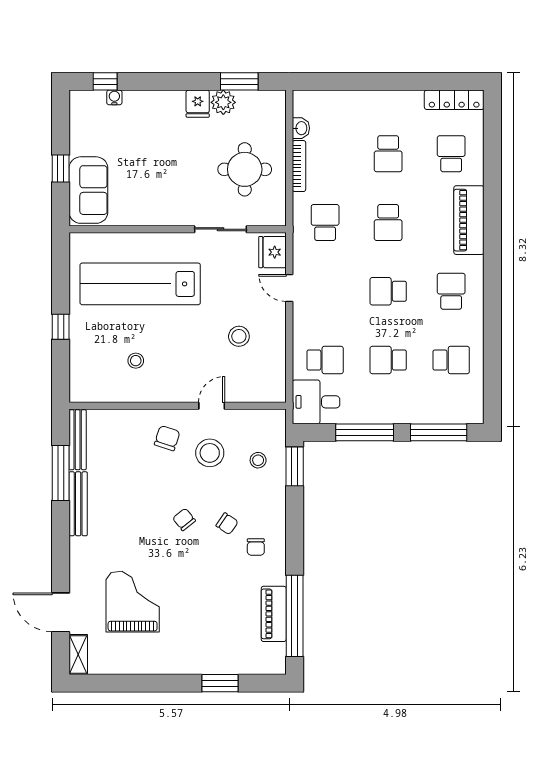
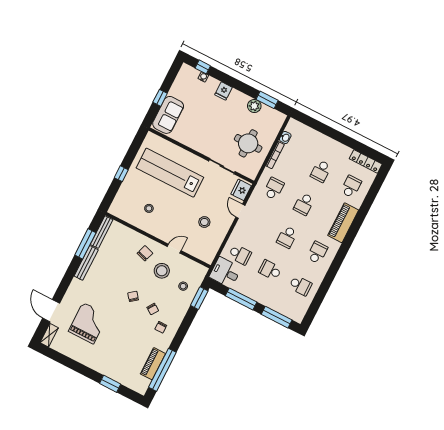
fridge: (198, 104) -> (223, 91), moved
school desk: (388, 291) -> (287, 237), turned -90

